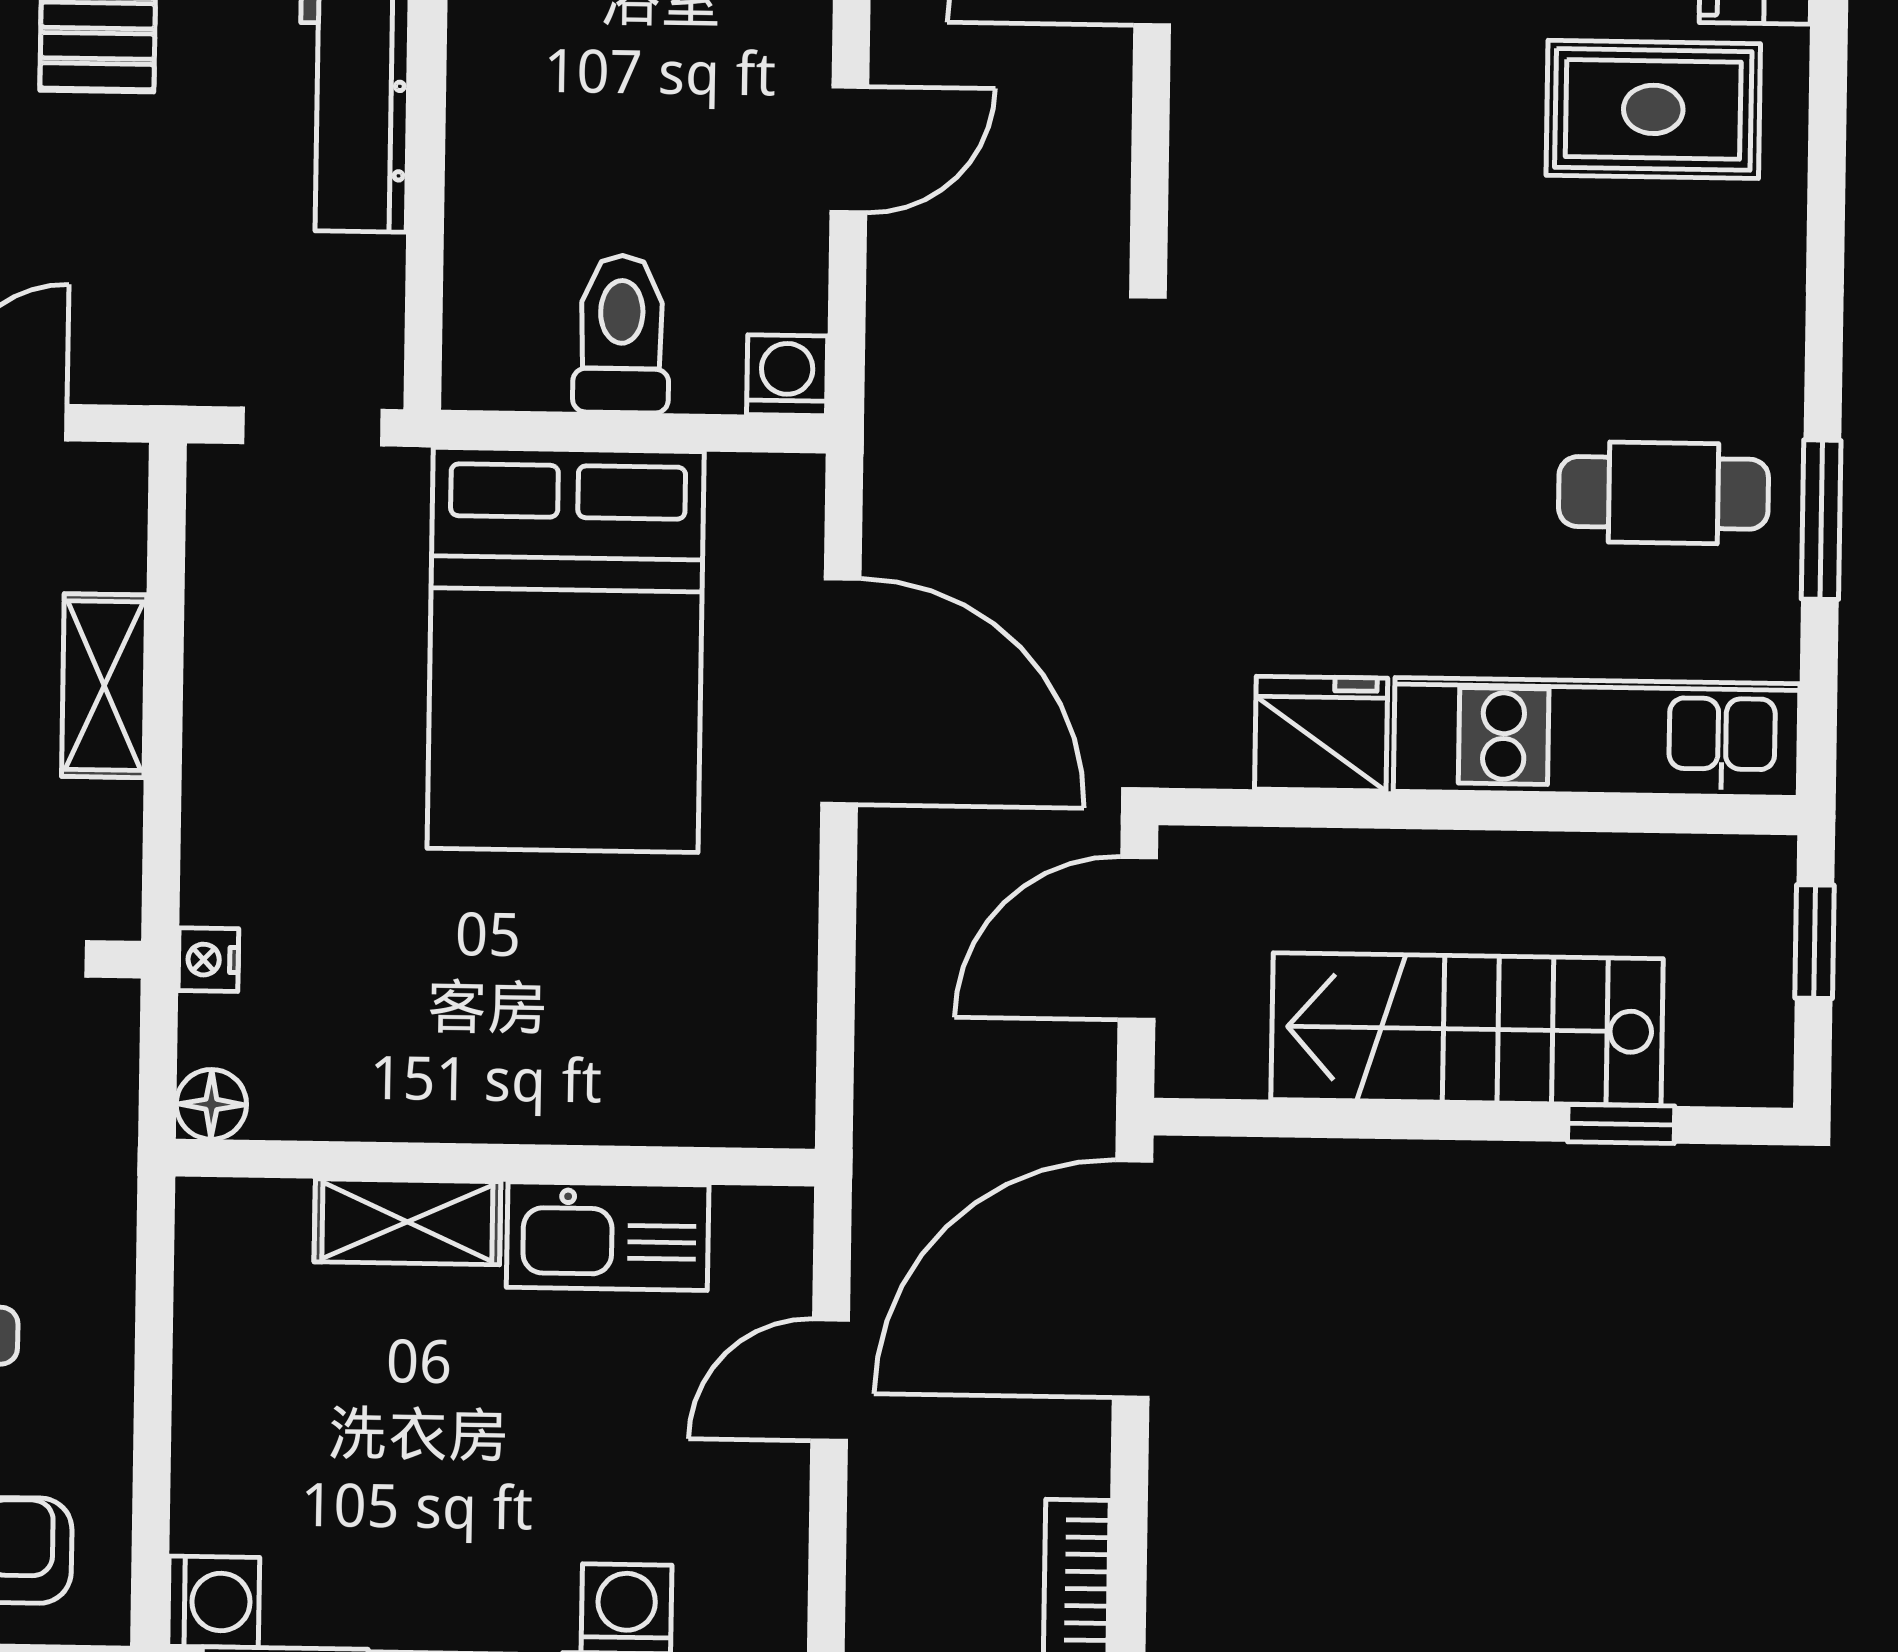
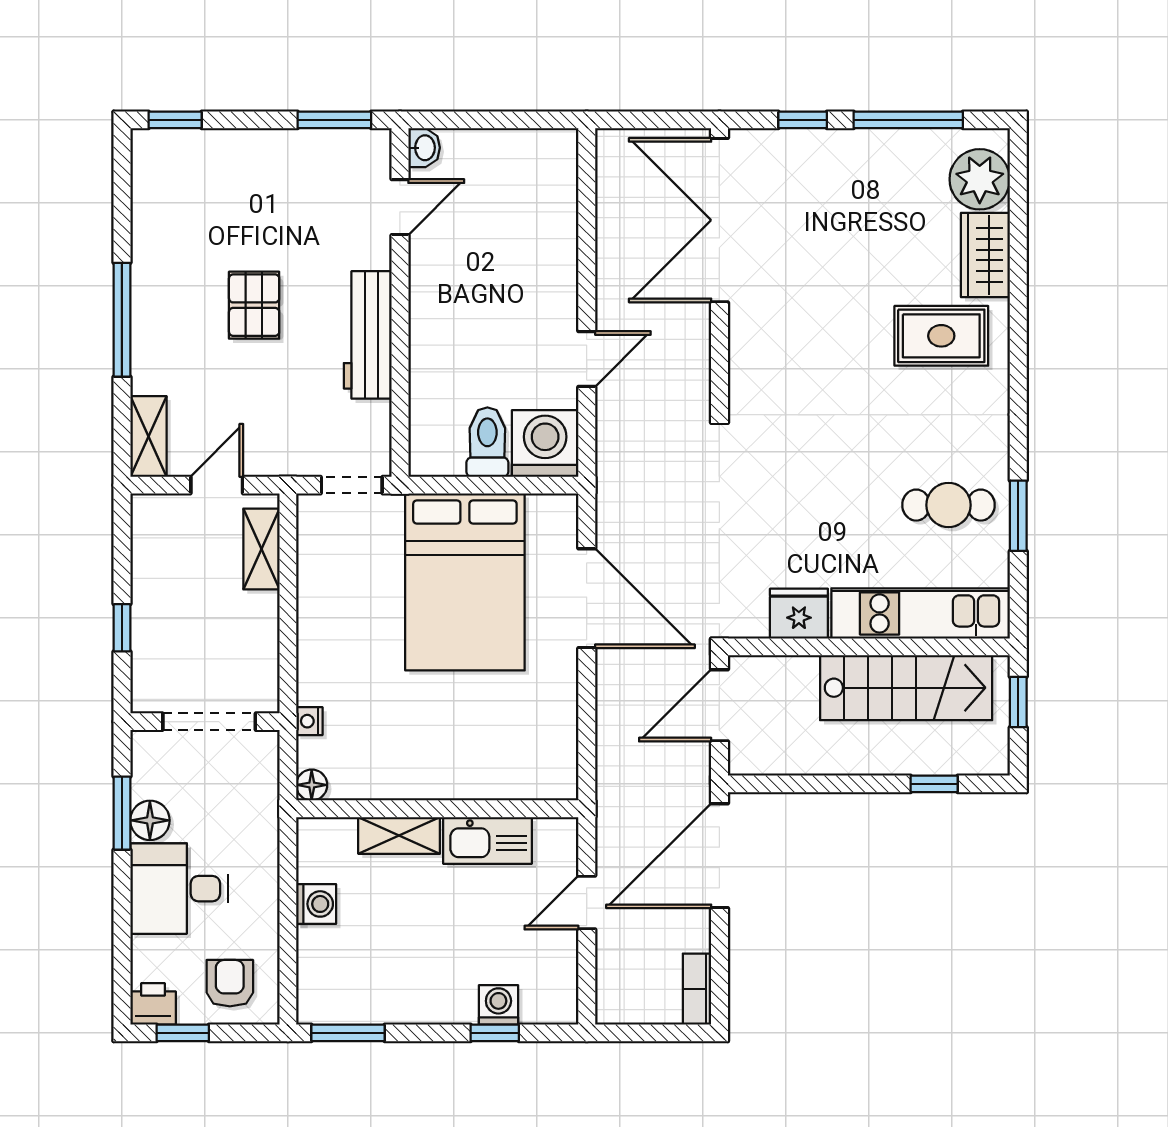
washing machine: (787, 375) -> (545, 443), width x1.89, depth x1.89
shelving: (104, 686) -> (261, 549), moved
stairs: (1467, 1029) -> (906, 688), moved, turned 180
washing machine: (214, 1602) -> (316, 904), moved

